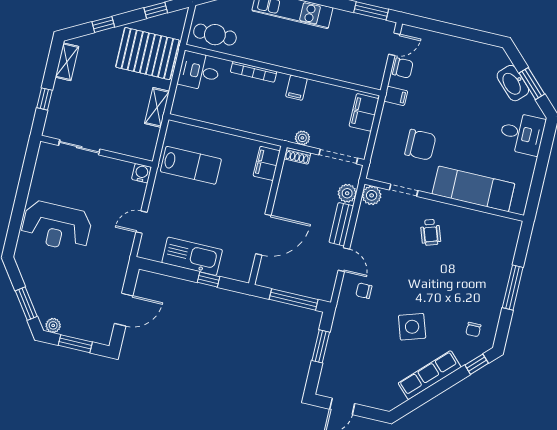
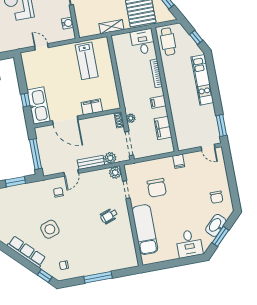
chair: (403, 68) -> (217, 197), moved
filing cabinet: (364, 112) -> (163, 128), moved, turned -90
filing cabinet: (267, 163) -> (92, 107), moved
water cooler: (142, 173) -> (67, 23), moved
kitchen sink: (192, 256) -> (39, 106), moved

